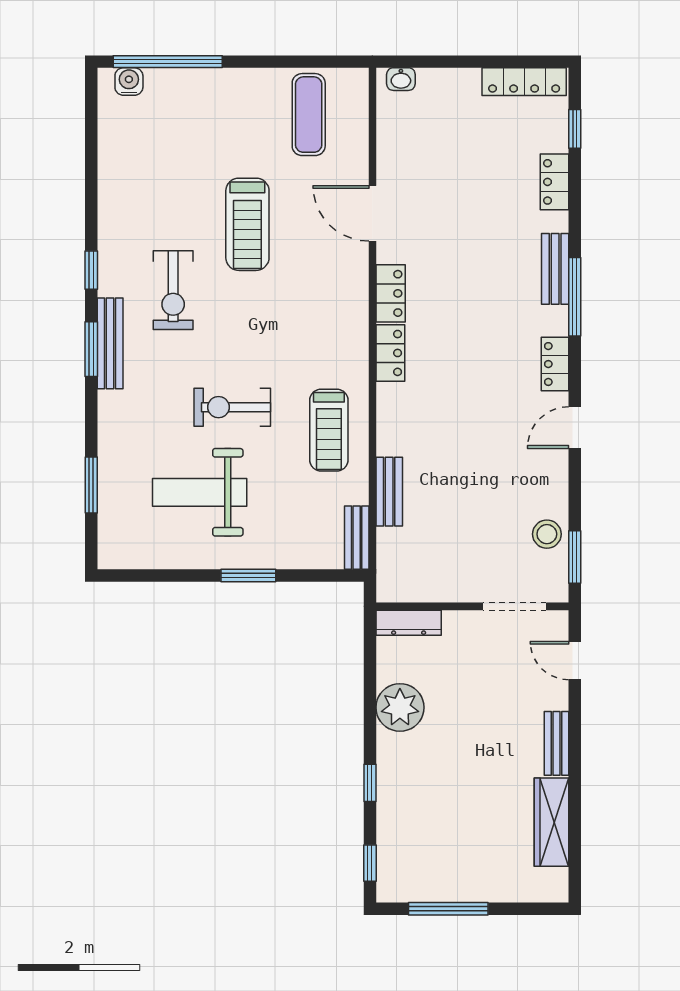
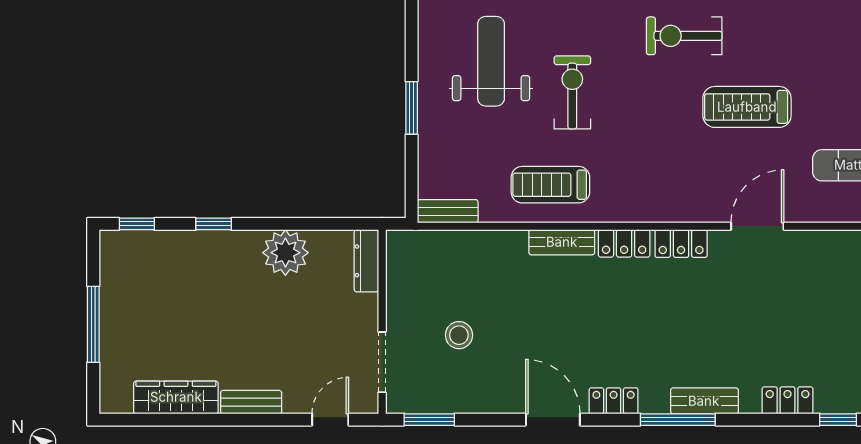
door: (575, 428) -> (553, 420), width x1.38
bench: (389, 492) -> (562, 242), moved
stool: (547, 534) -> (459, 335), moved
window: (448, 909) -> (93, 324), moved

